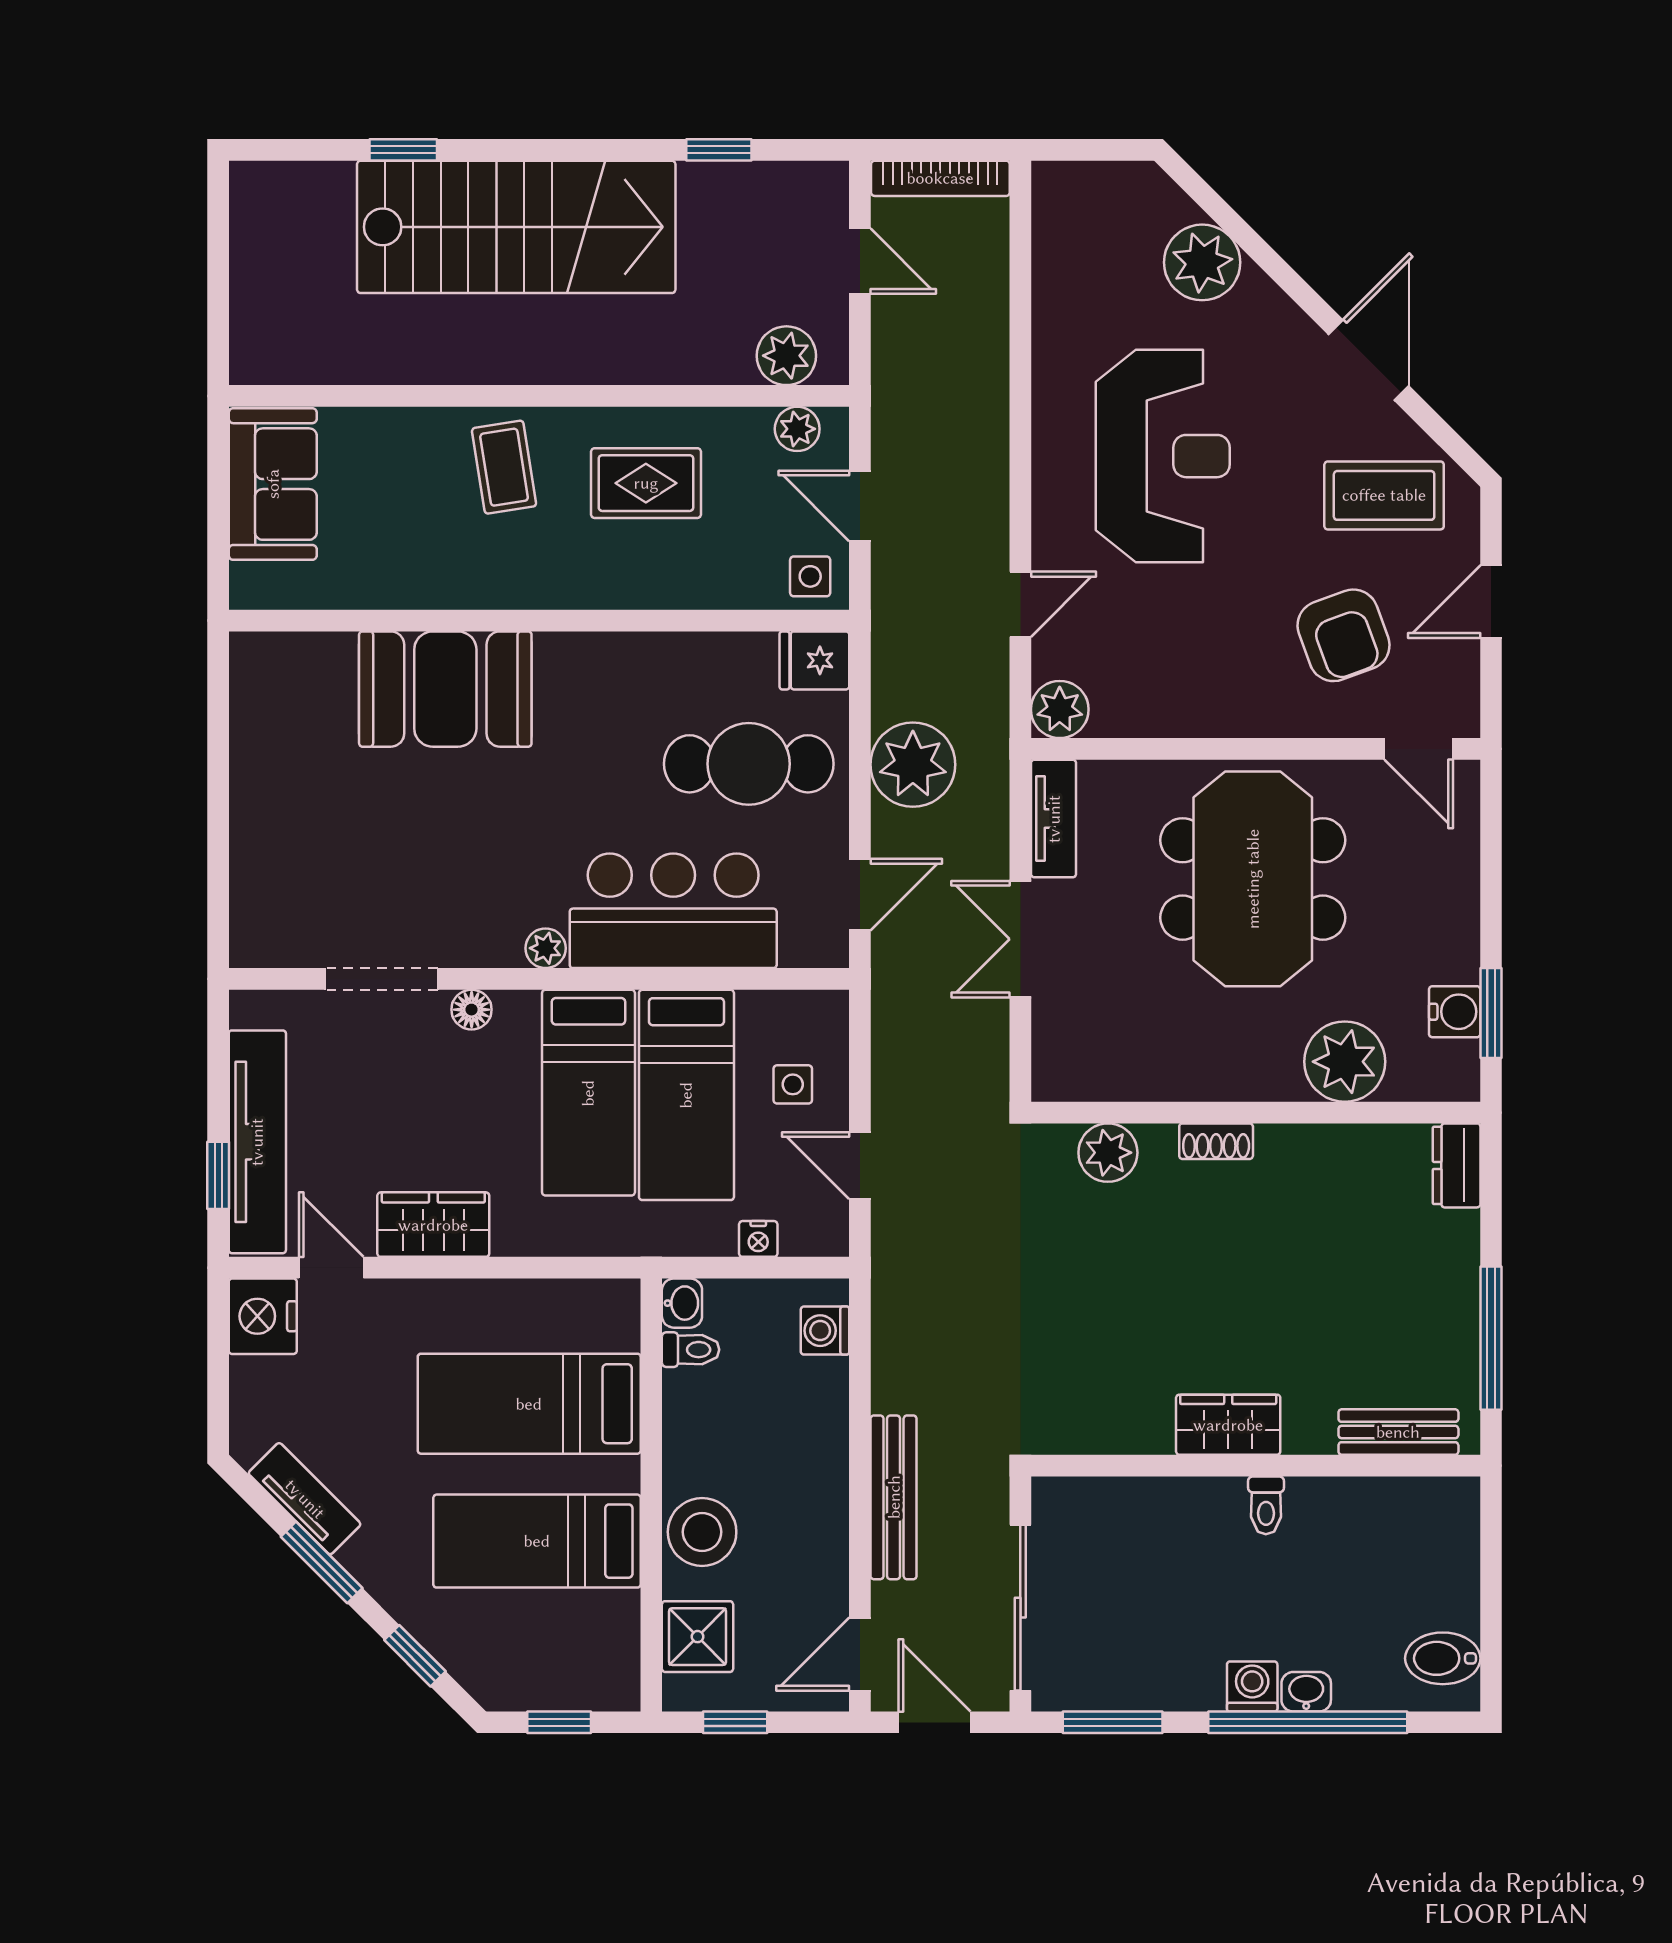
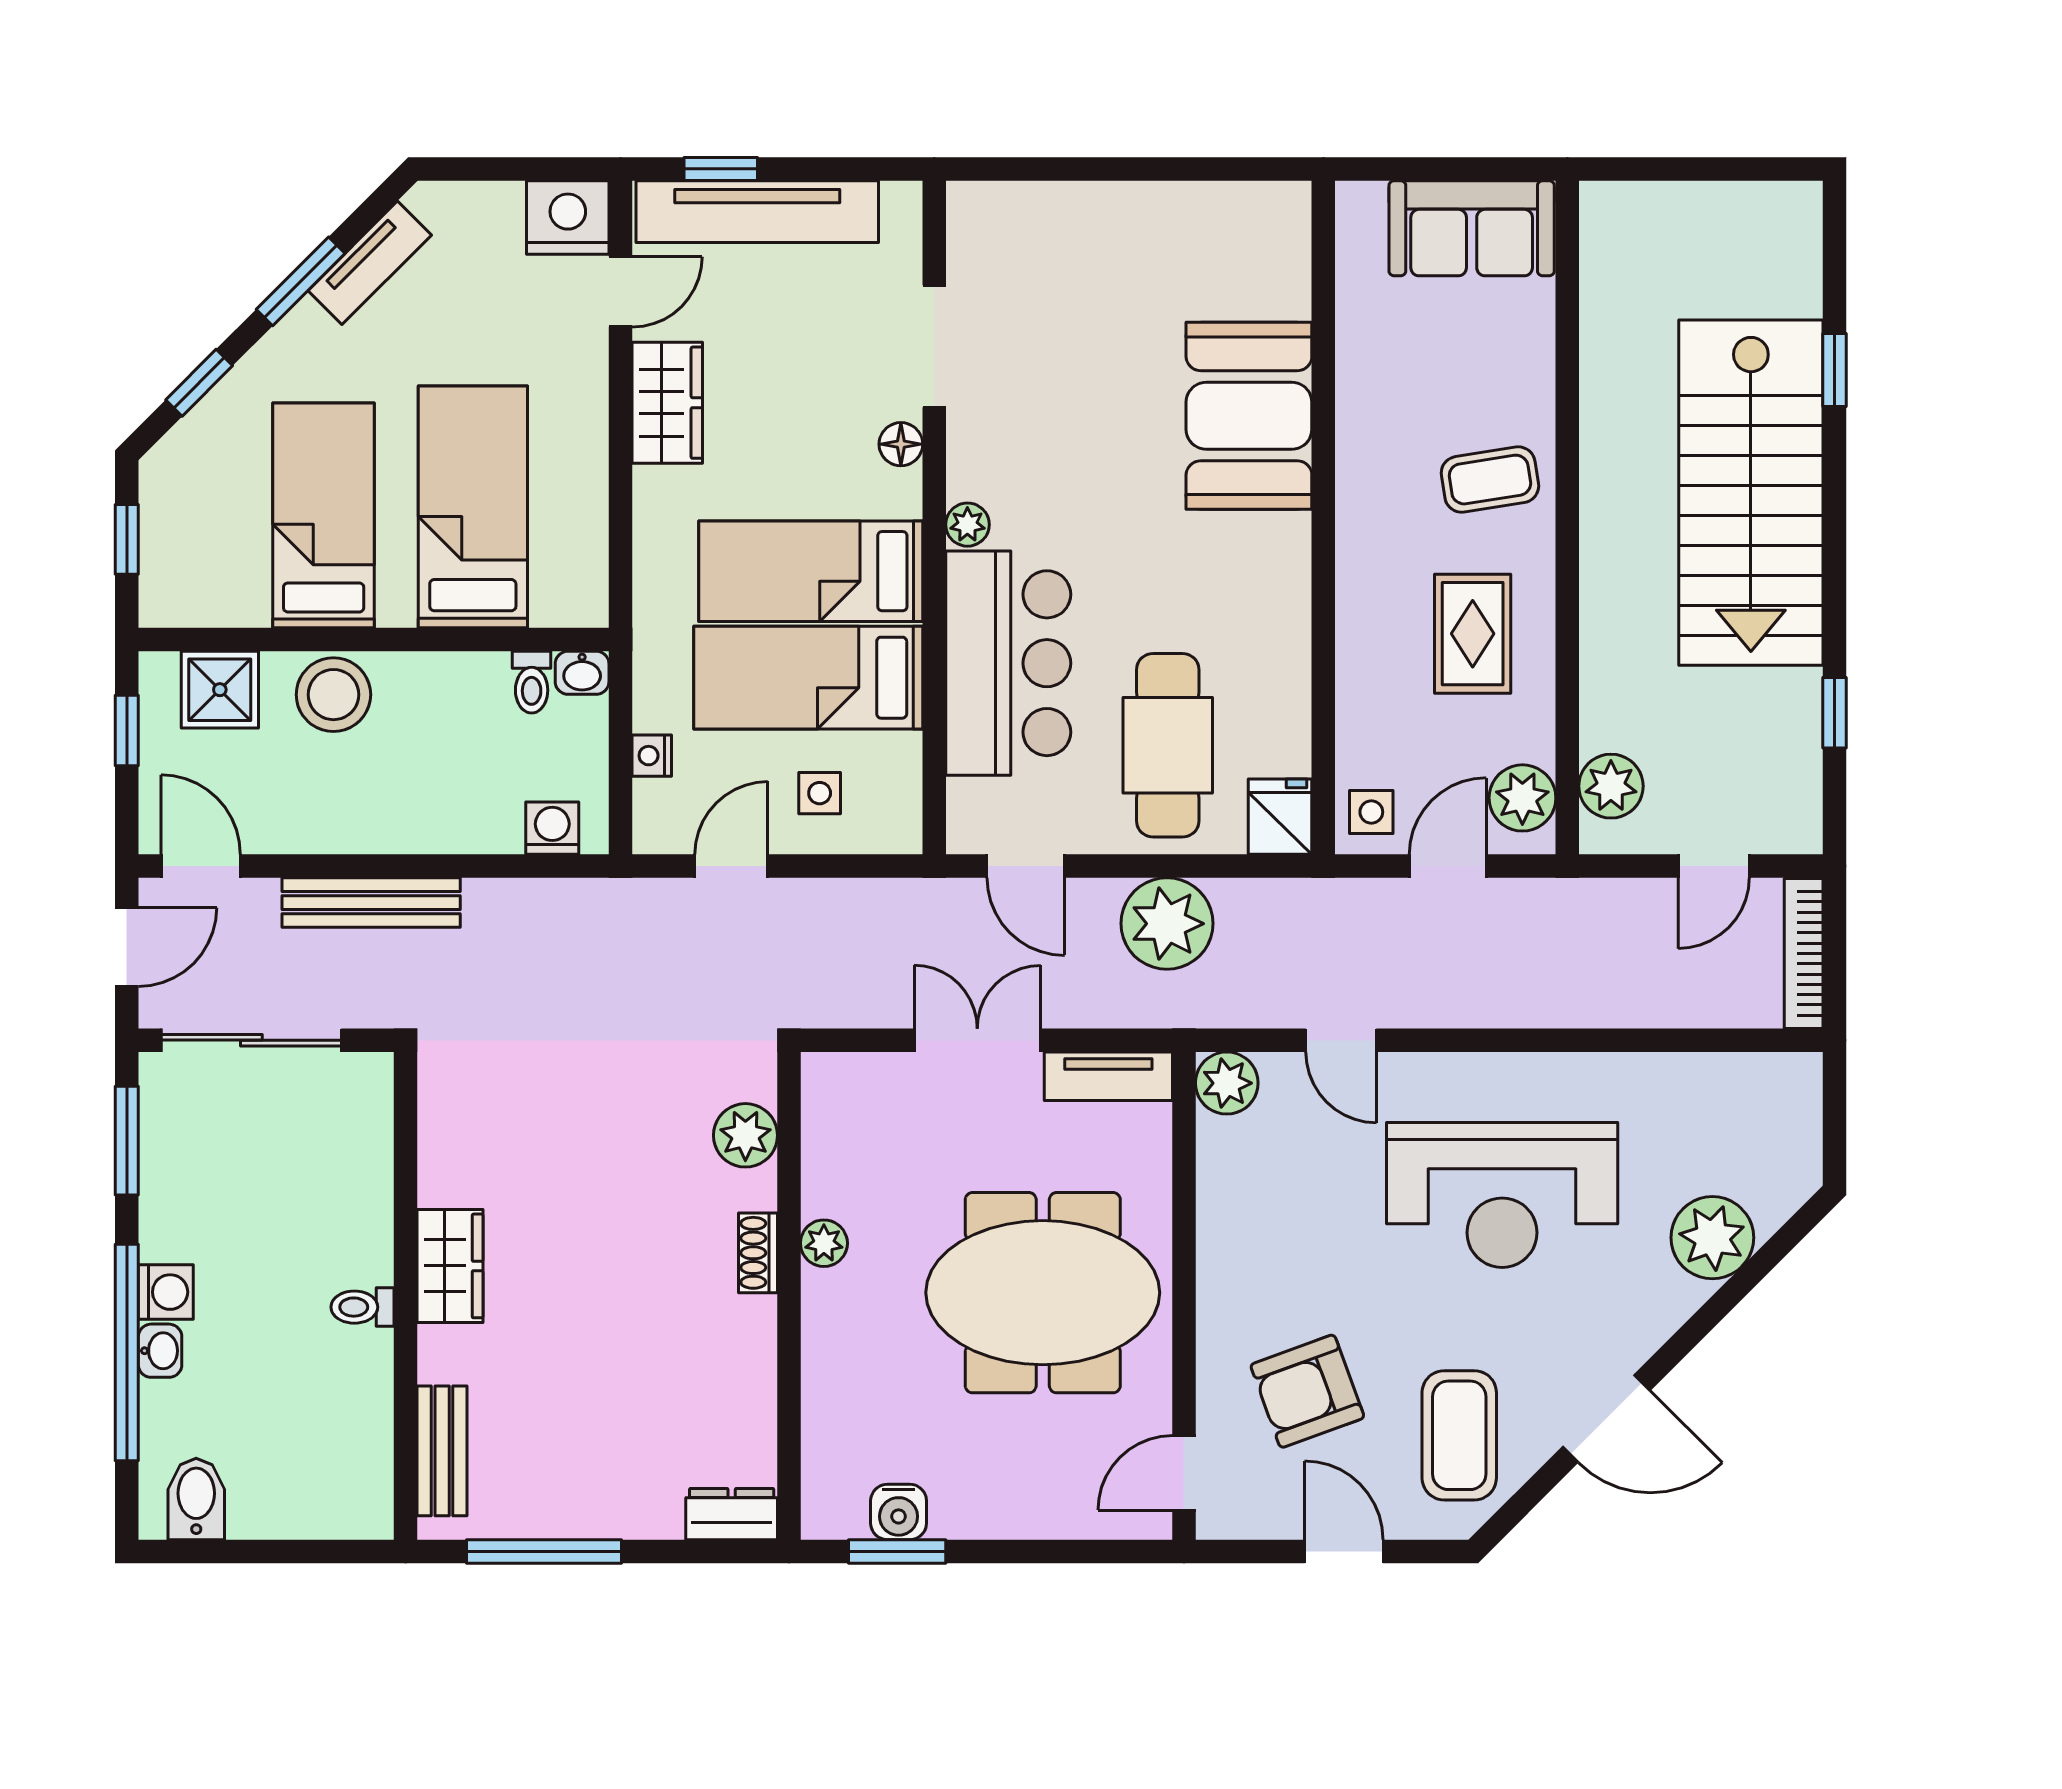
plant: (797, 429) -> (1522, 798), width x1.38, depth x1.38
plant: (1345, 1062) -> (824, 1243), moved, width x0.53, depth x0.53

